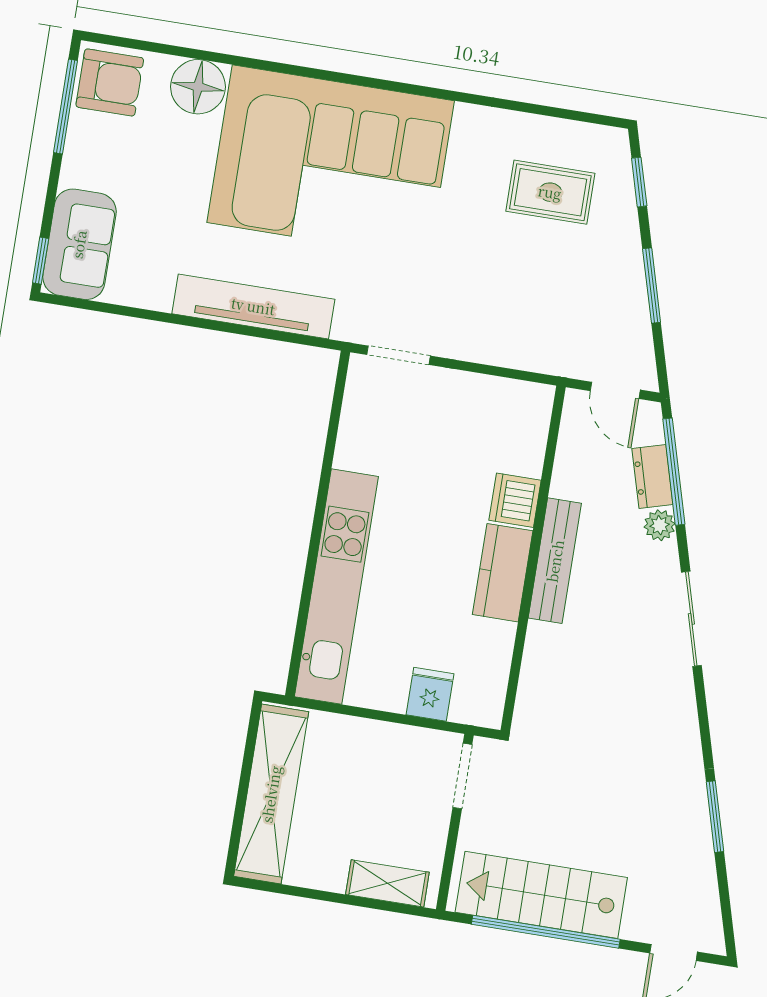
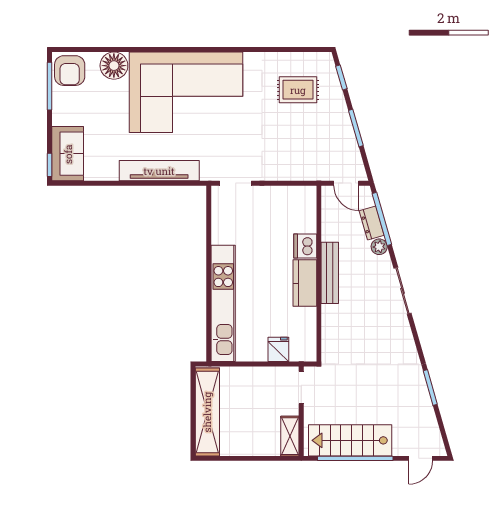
armchair: (110, 82) -> (70, 71), turned 90
shelving: (387, 883) -> (290, 436), moved, turned 90

